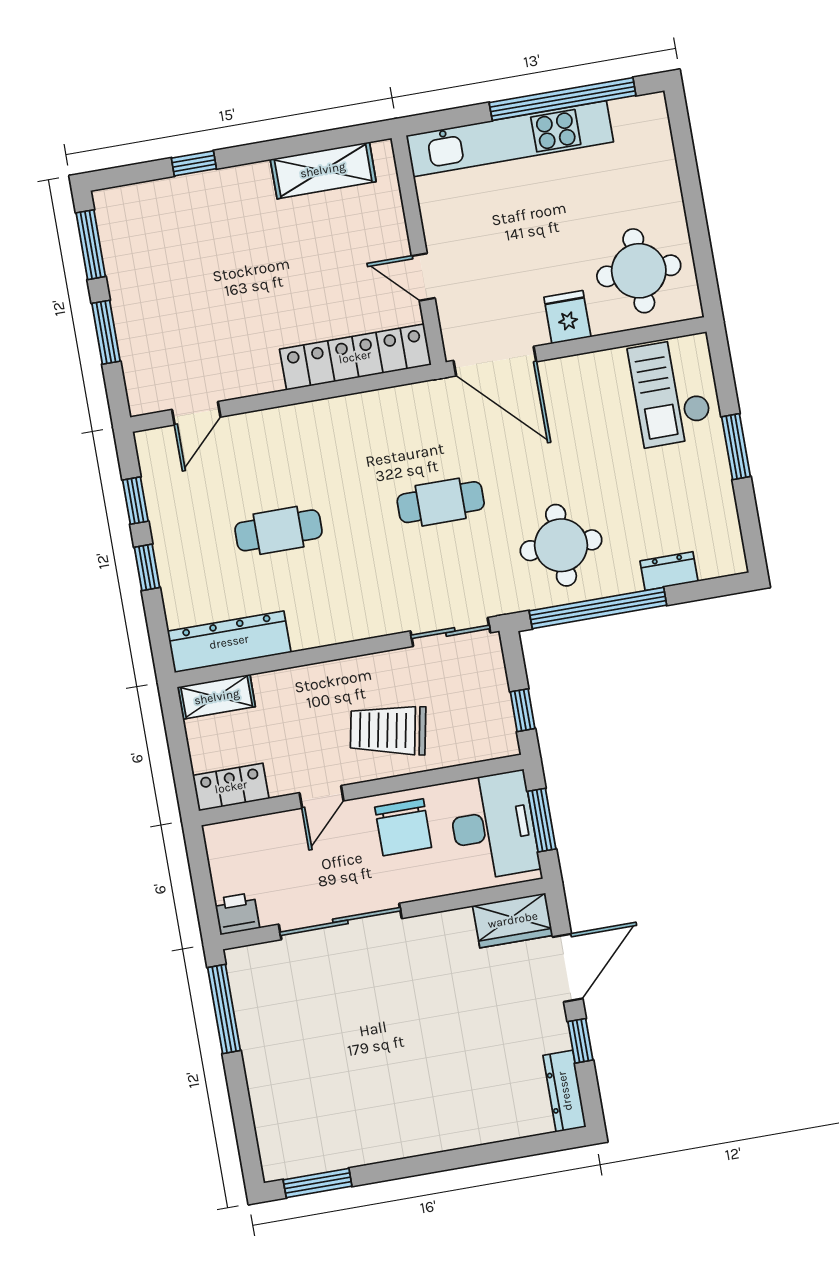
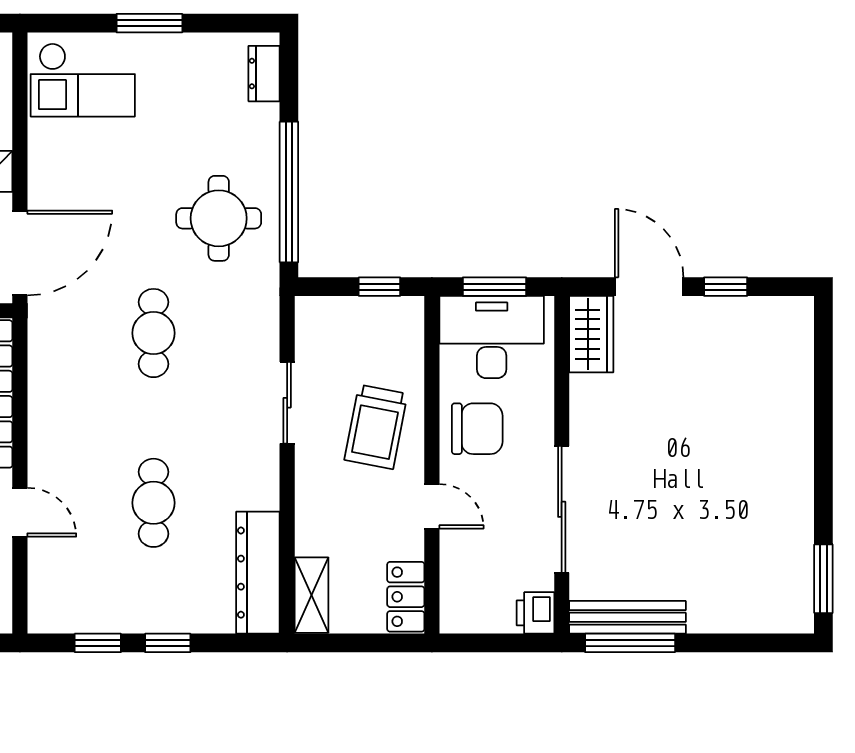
door: (196, 413) -> (20, 512), moved
dresser: (669, 571) -> (264, 74), moved
sliding door: (450, 632) -> (287, 403), moved
bench: (248, 1002) -> (628, 617), added
dresser: (565, 1091) -> (774, 312), removed

